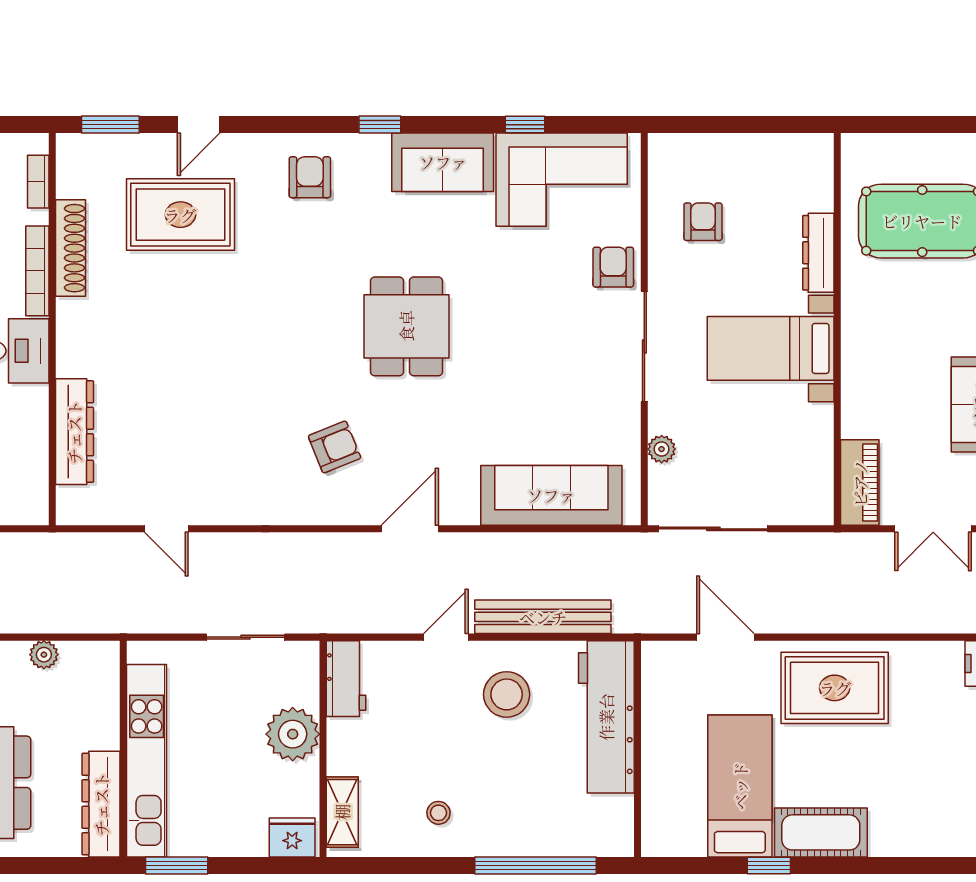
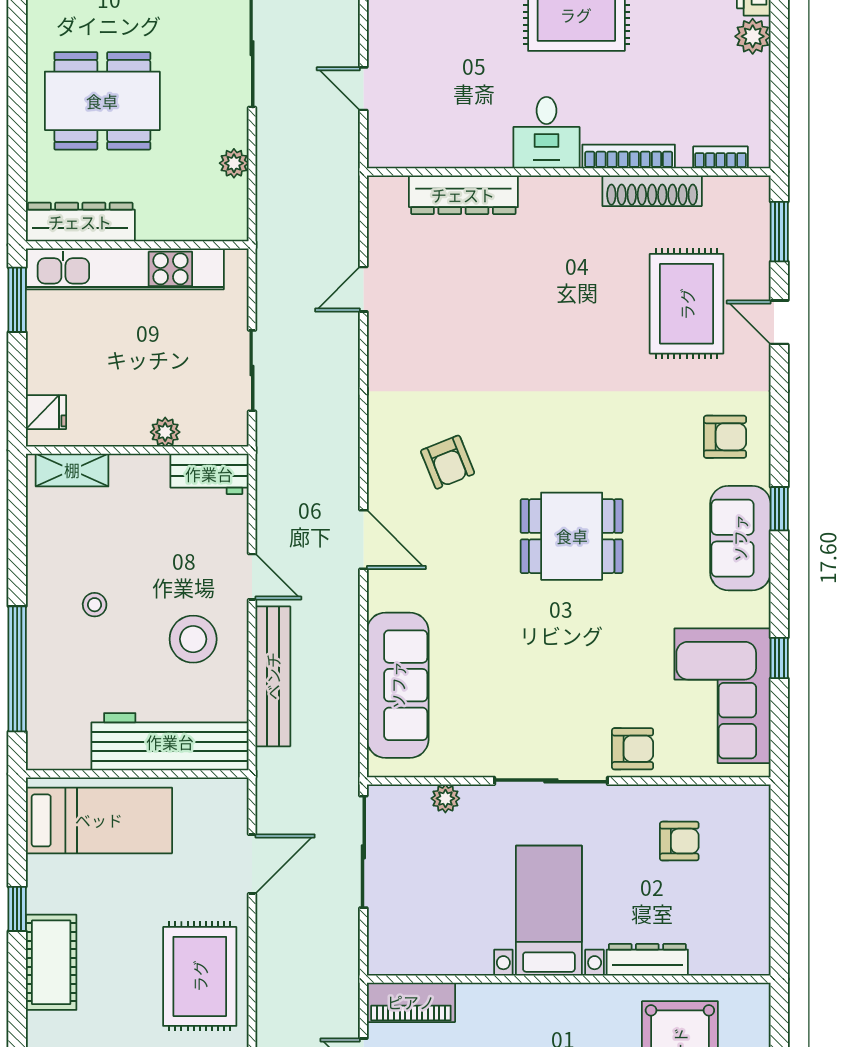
sofa: (443, 162) -> (740, 538), moved
plant: (293, 734) -> (165, 432), width x0.53, depth x0.53
bed: (740, 786) -> (99, 820), moved
stool: (438, 813) -> (95, 605), moved
fridge: (292, 837) -> (46, 412), width x0.72

